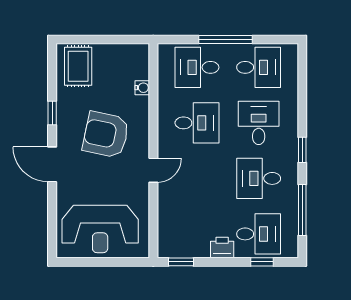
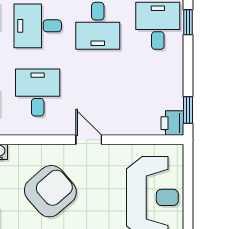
armchair: (106, 135) -> (50, 191), turned -143
printer: (222, 247) -> (172, 123), moved

